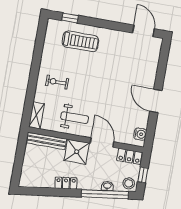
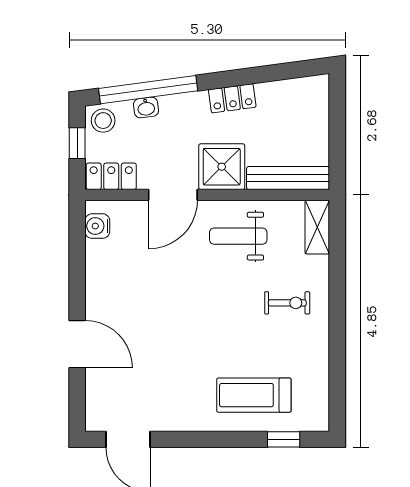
door: (156, 101) -> (77, 344), moved
door: (102, 143) -> (173, 195), hinge flipped

